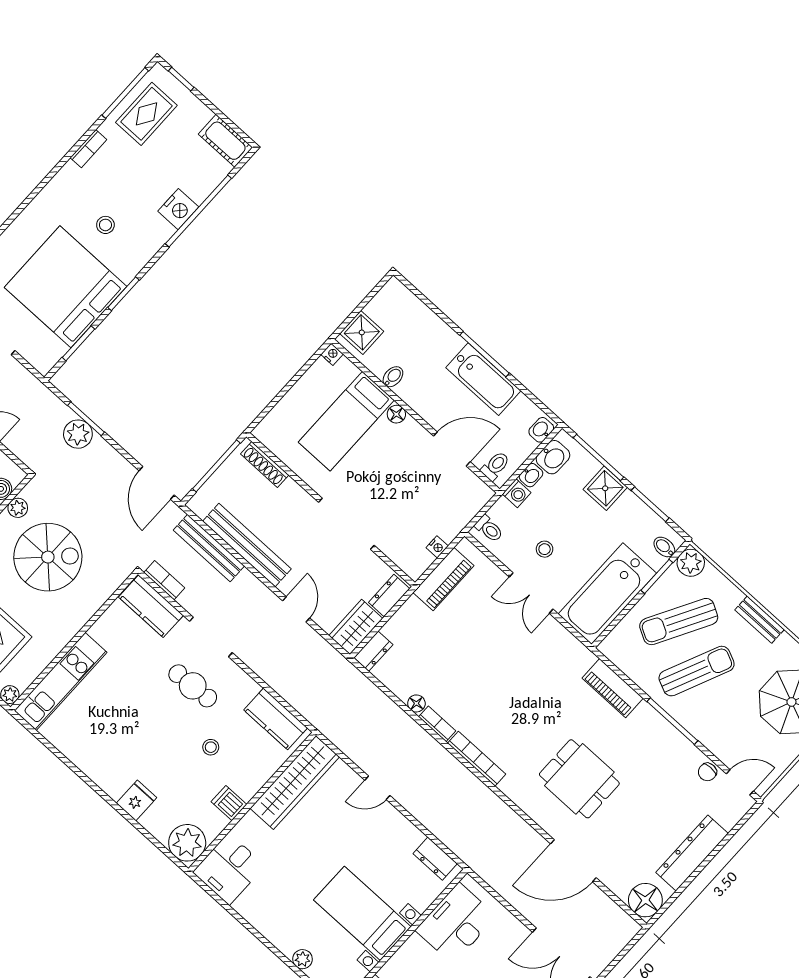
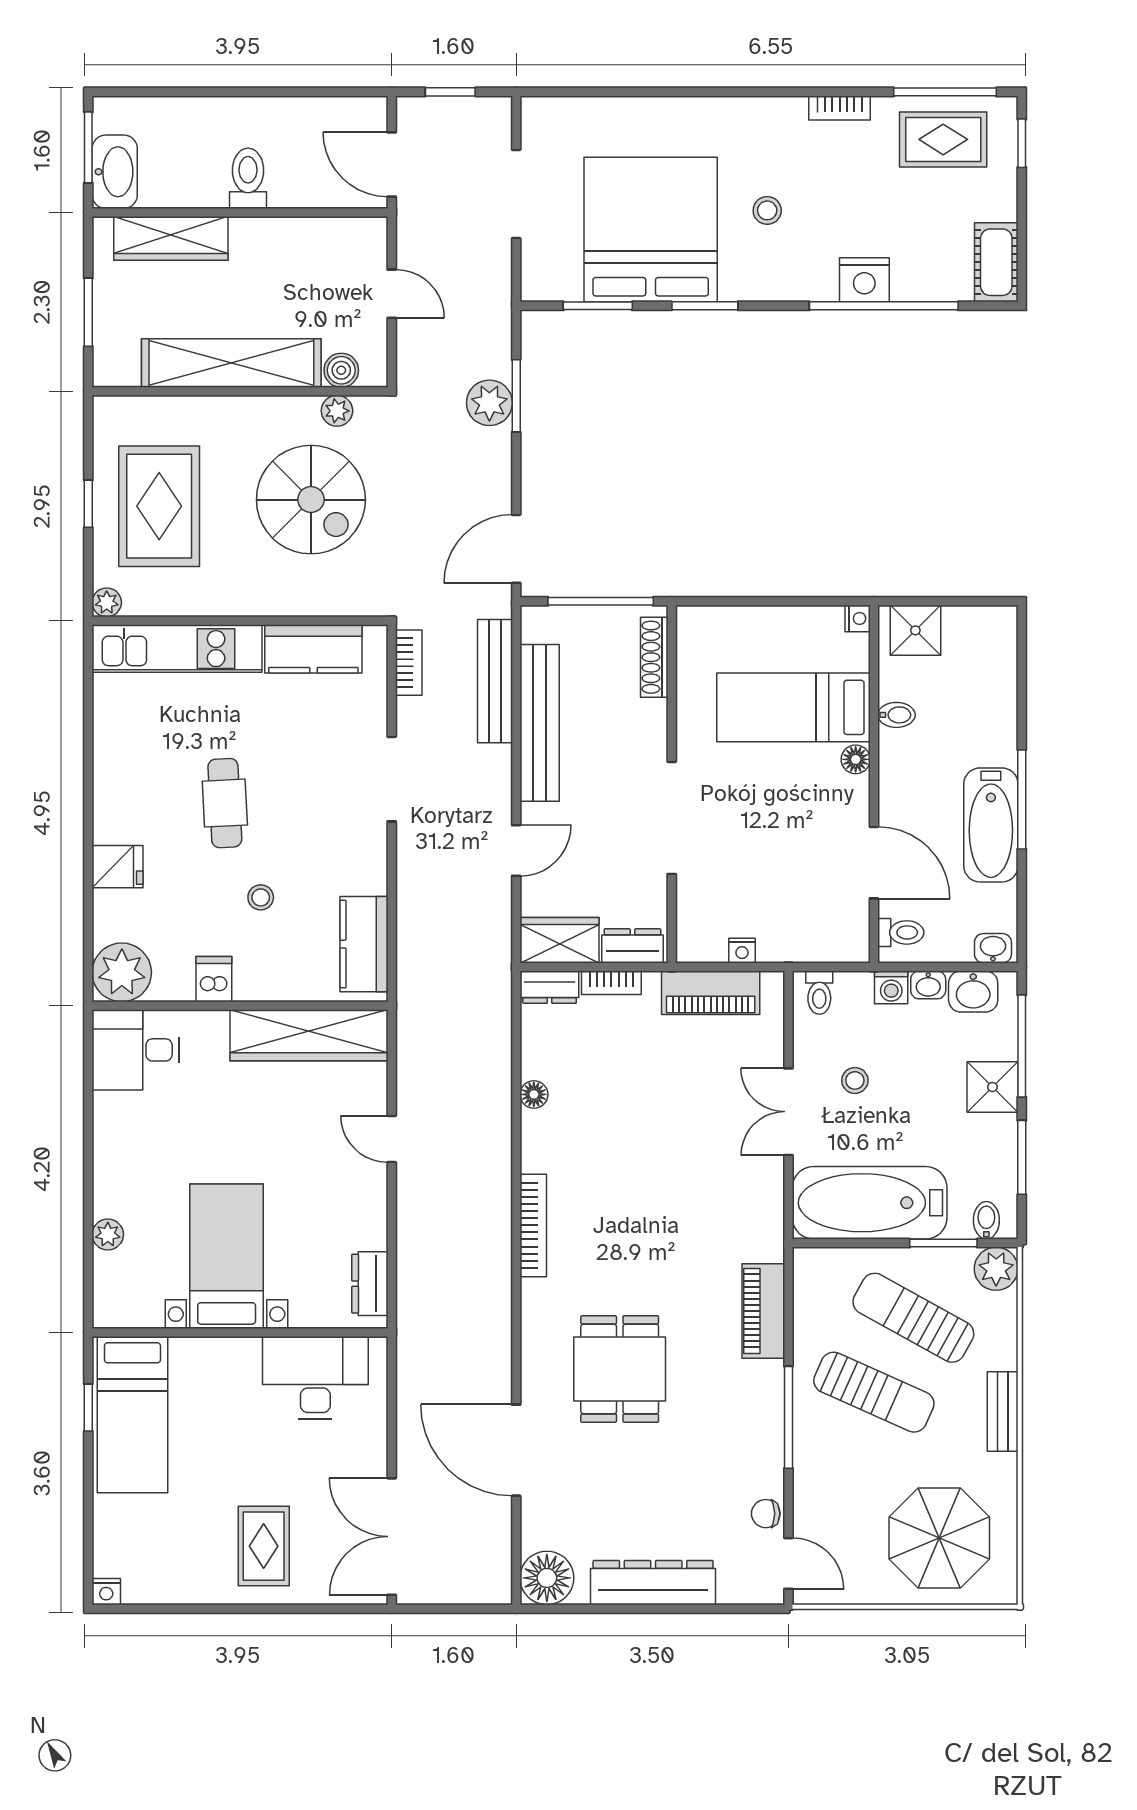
kitchen counter: (151, 606) -> (313, 649), moved, turned -90
cafe table: (193, 686) -> (225, 803), moved
bookcase: (437, 724) -> (611, 983), moved, turned 90

